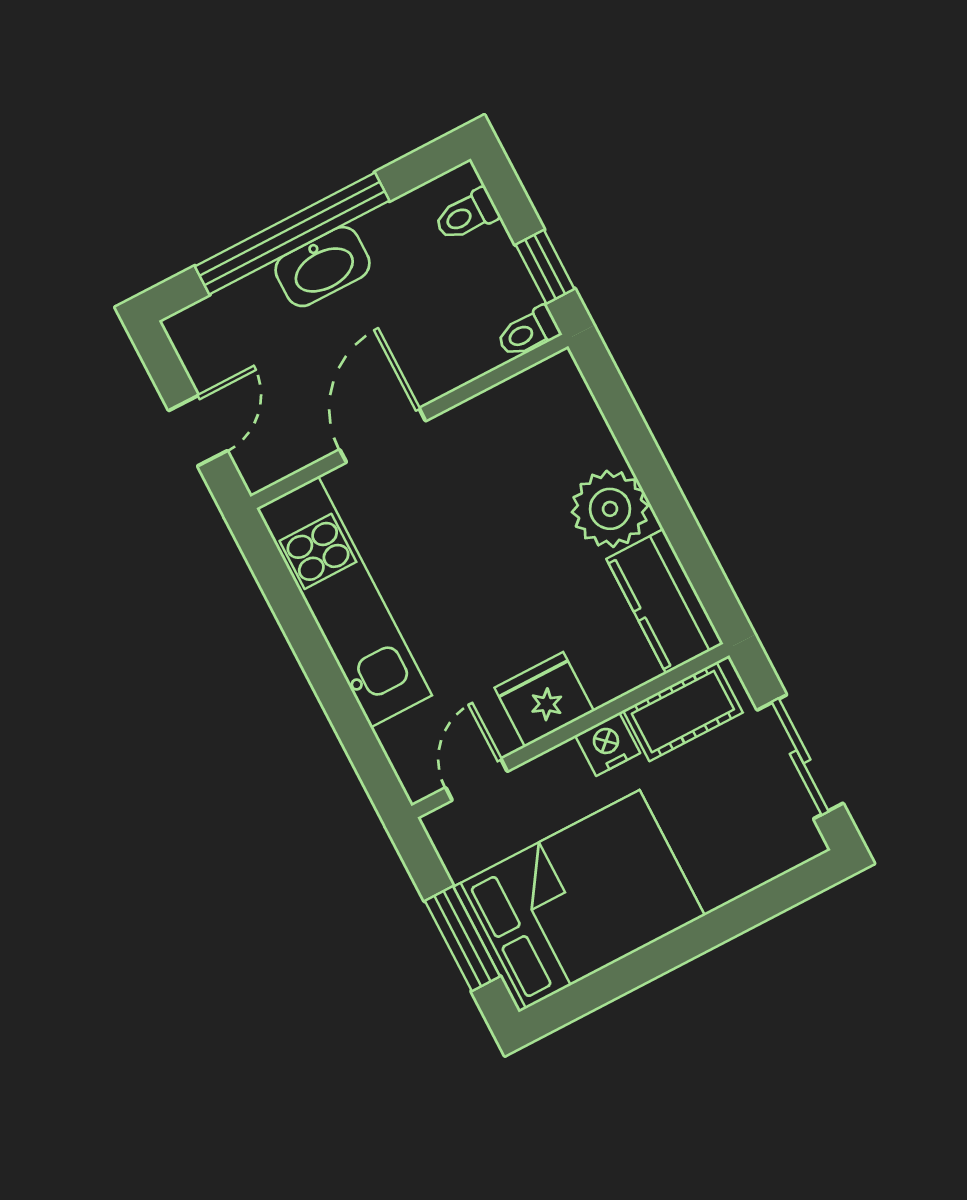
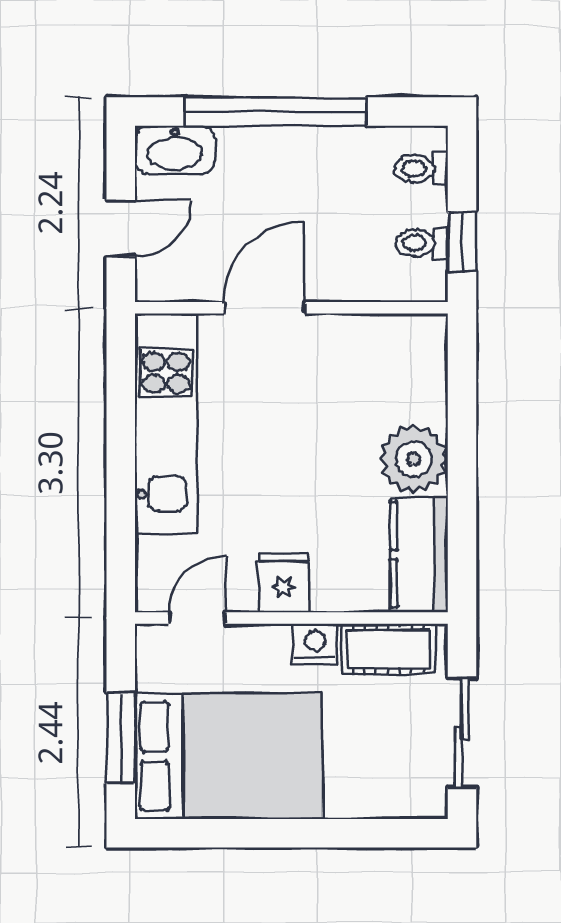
washbasin: (323, 267) -> (175, 150), moved
toilet: (528, 332) -> (422, 243), moved
fridge: (544, 699) -> (284, 583), width x0.72

